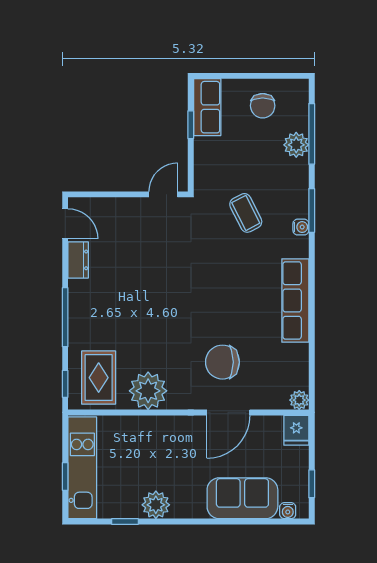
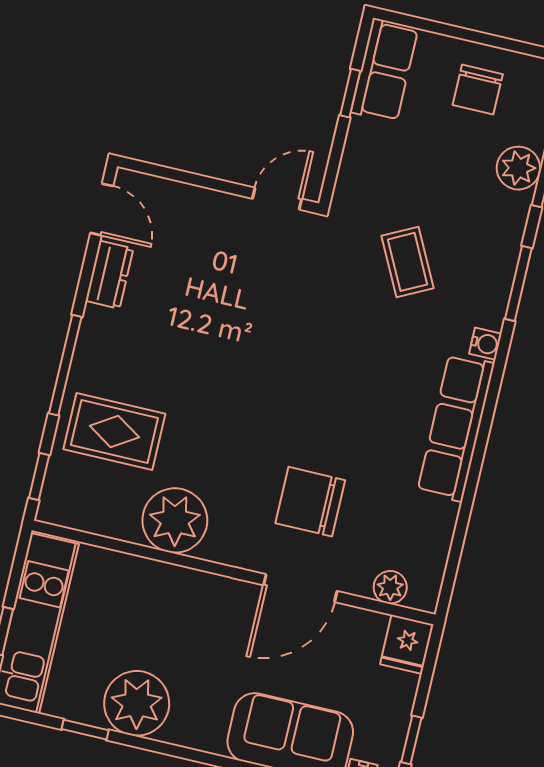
water cooler: (301, 227) -> (485, 344), moved
rug: (99, 378) -> (114, 431), moved, turned 90
plant: (299, 400) -> (390, 587), moved
plant: (156, 505) -> (137, 703), width x1.36, depth x1.36

